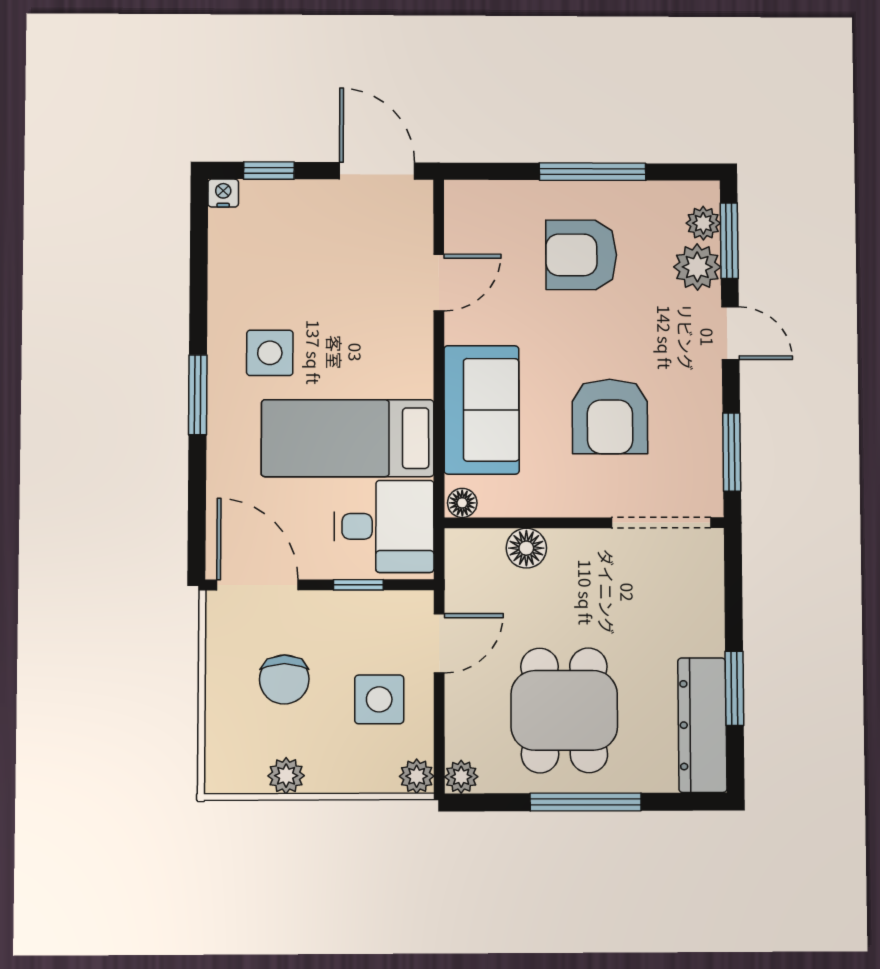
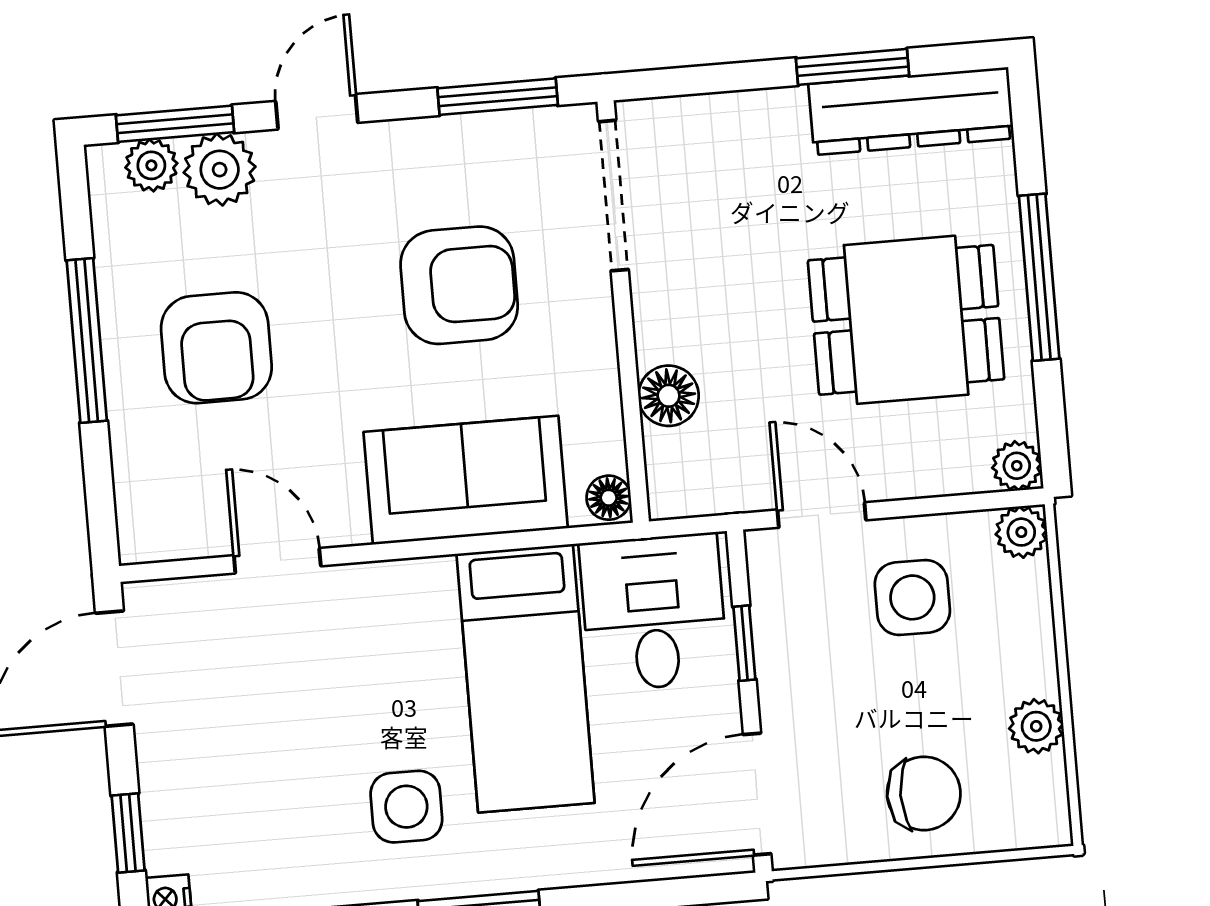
chair: (284, 679) -> (924, 793), moved

